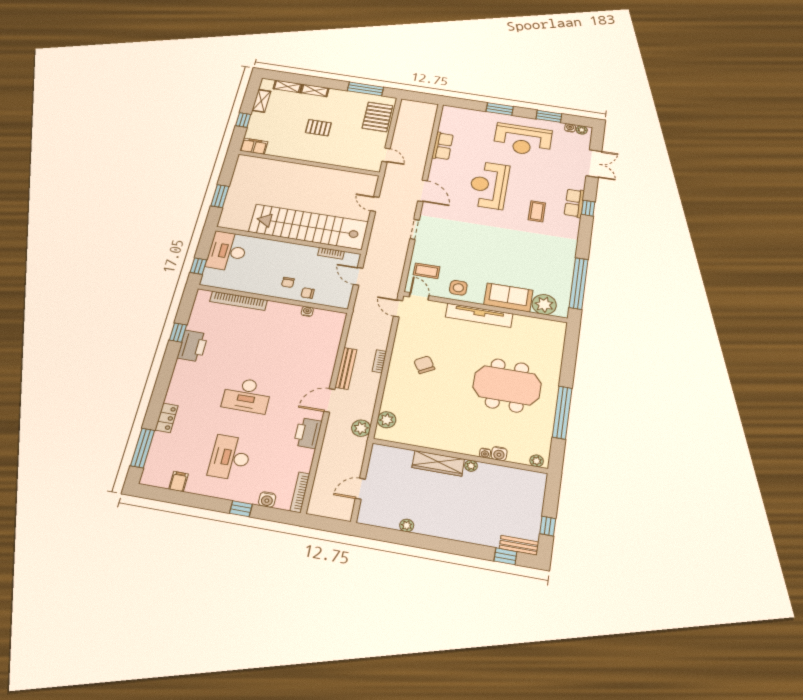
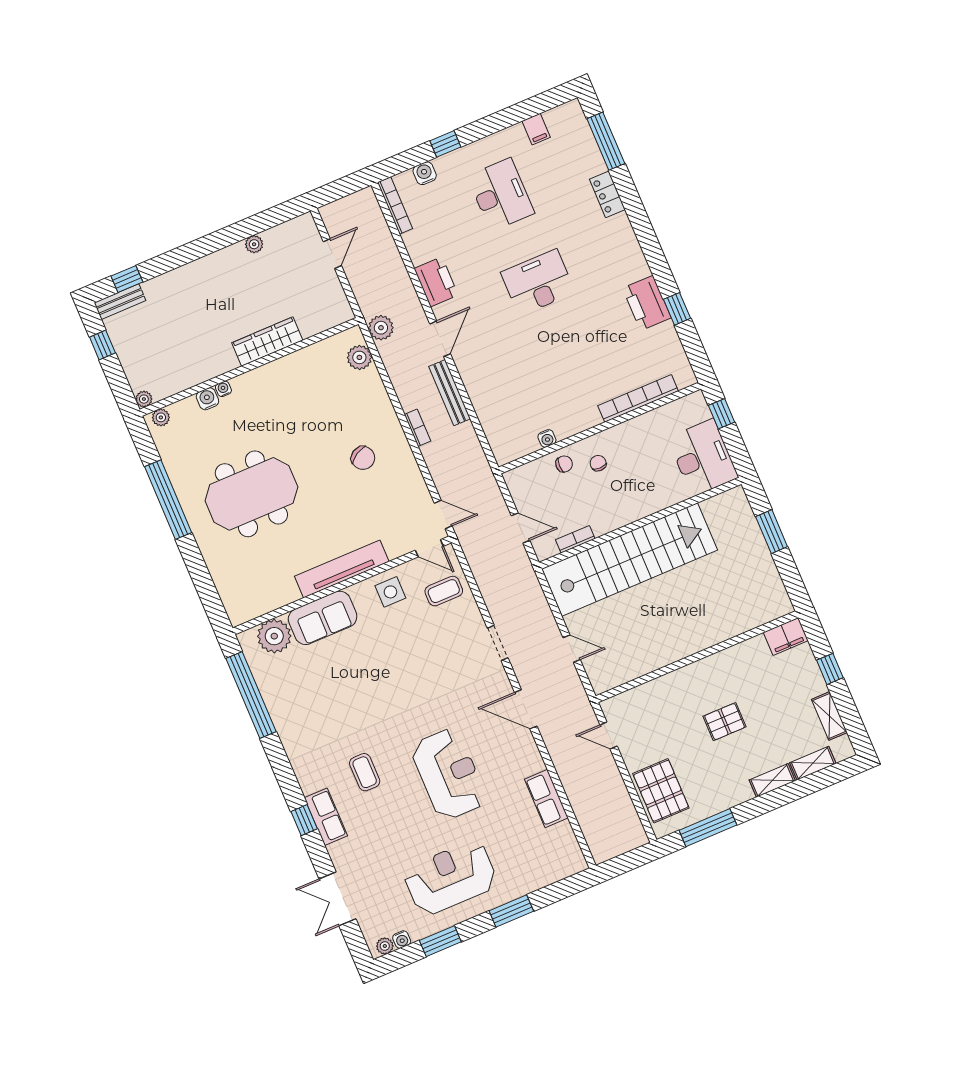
plant: (471, 466) -> (144, 399), moved

